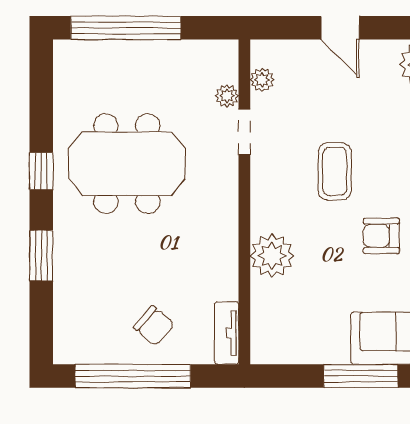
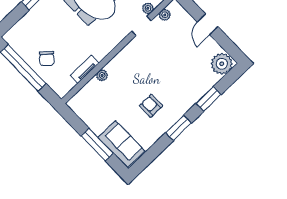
coffee table: (335, 171) -> (158, 69), removed
plant: (272, 256) -> (102, 75), width x0.53, depth x0.53
tv unit: (227, 333) -> (85, 69), moved

